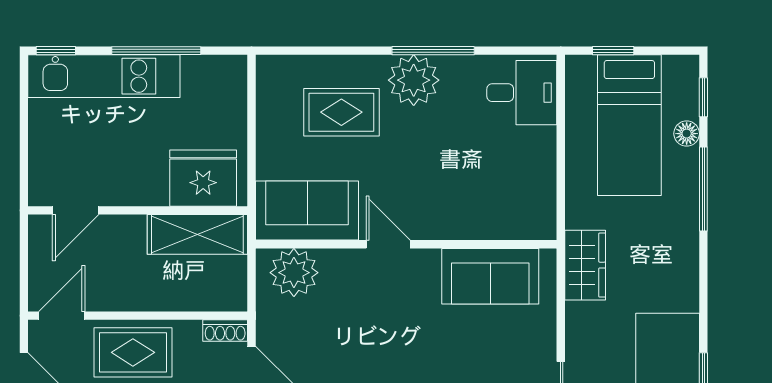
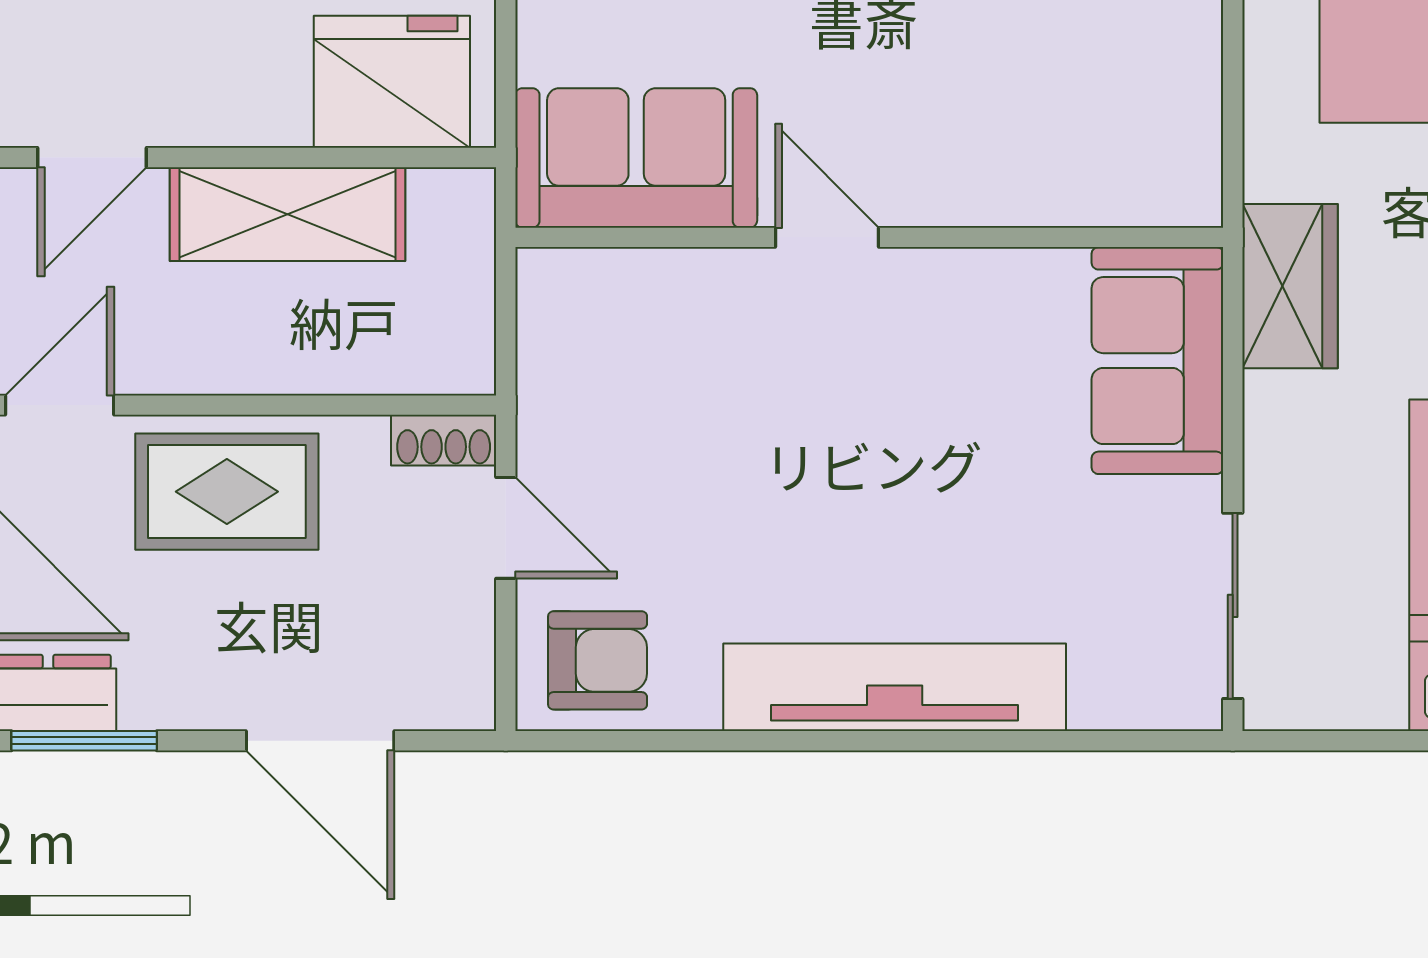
shelving: (197, 234) -> (288, 214), moved
plant: (294, 273) -> (606, 304), removed
sofa: (490, 276) -> (1157, 361), moved, turned 90

